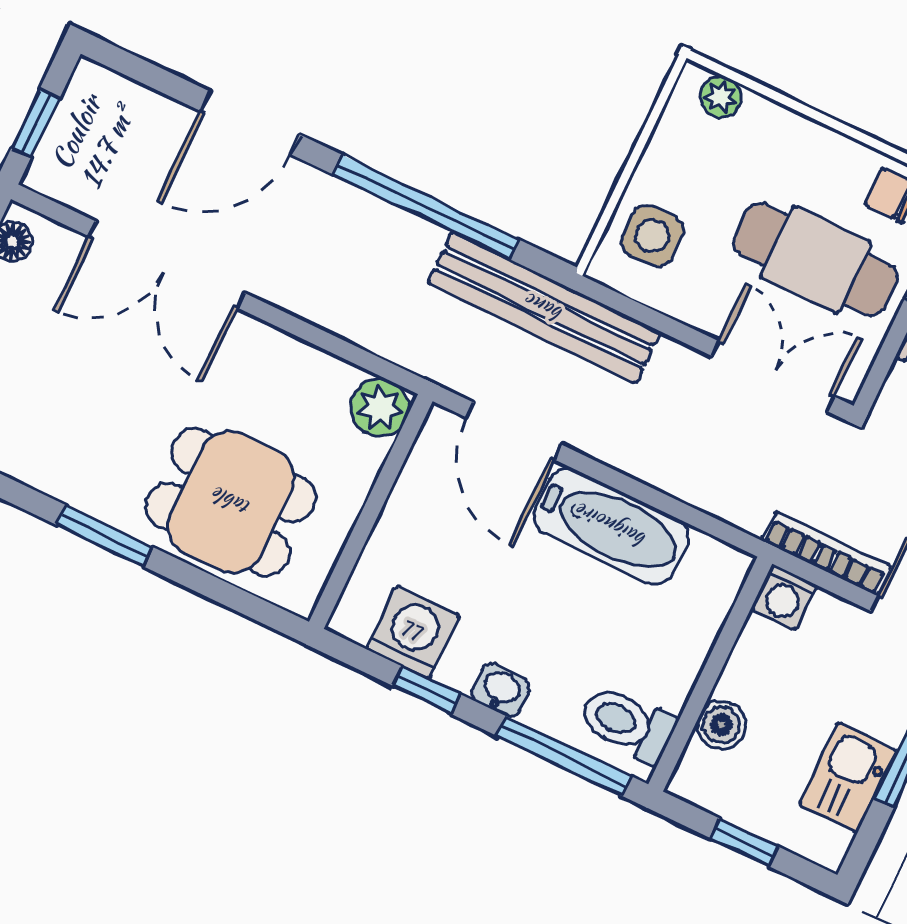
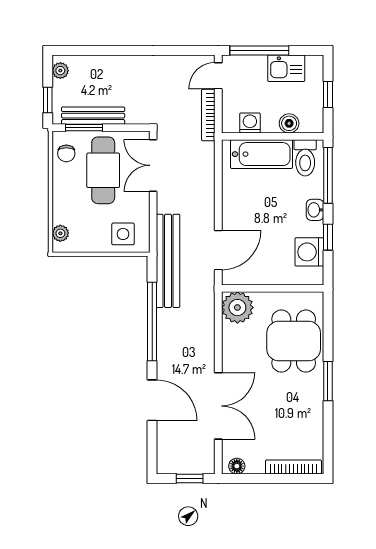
plant: (380, 408) -> (237, 308), width x1.36, depth x1.36
bathtub: (611, 526) -> (262, 154), moved, turned 90
washing machine: (784, 597) -> (250, 123), moved, turned -90

